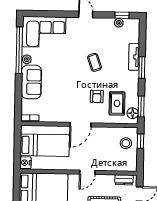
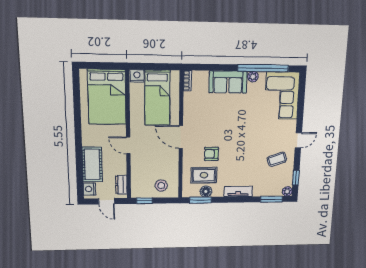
plant: (119, 23) -> (287, 191), moved
tv unit: (134, 57) -> (238, 191), moved
coffee table: (94, 62) -> (277, 159), moved
window: (142, 68) -> (271, 199), moved
floor lamp: (133, 113) -> (206, 191), moved
window: (140, 141) -> (144, 201), moved

